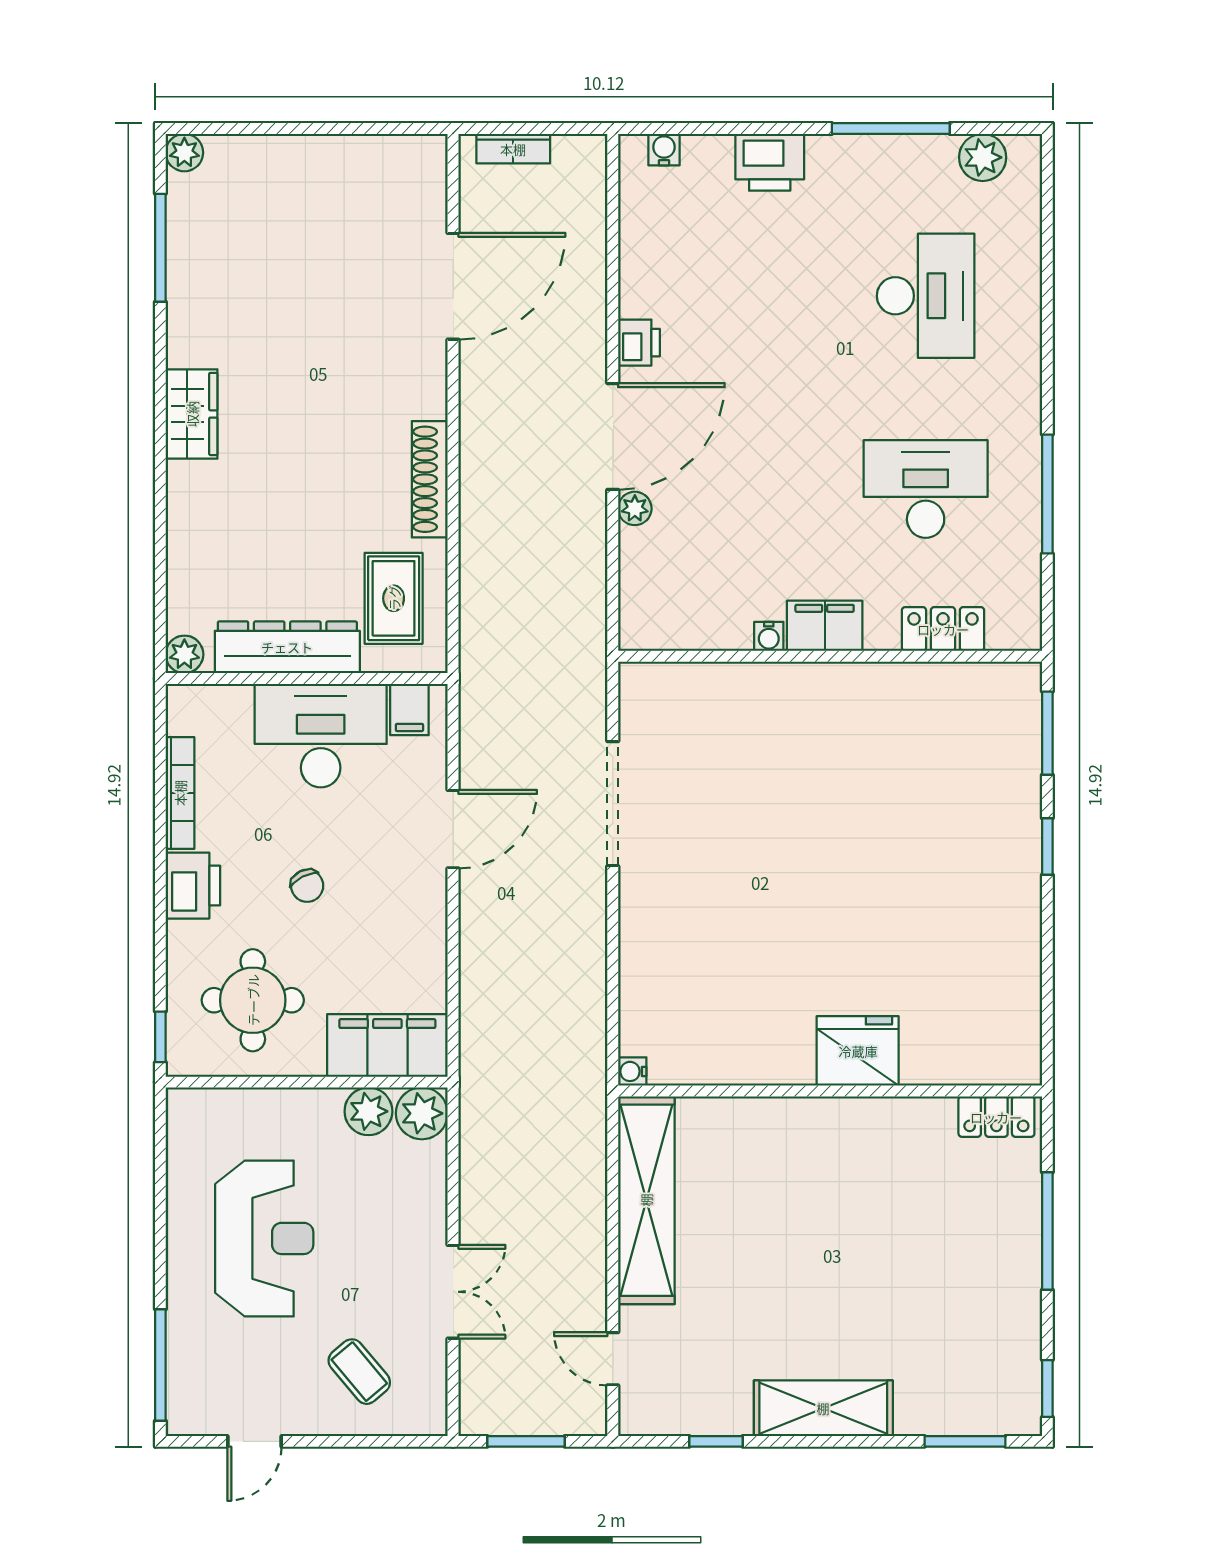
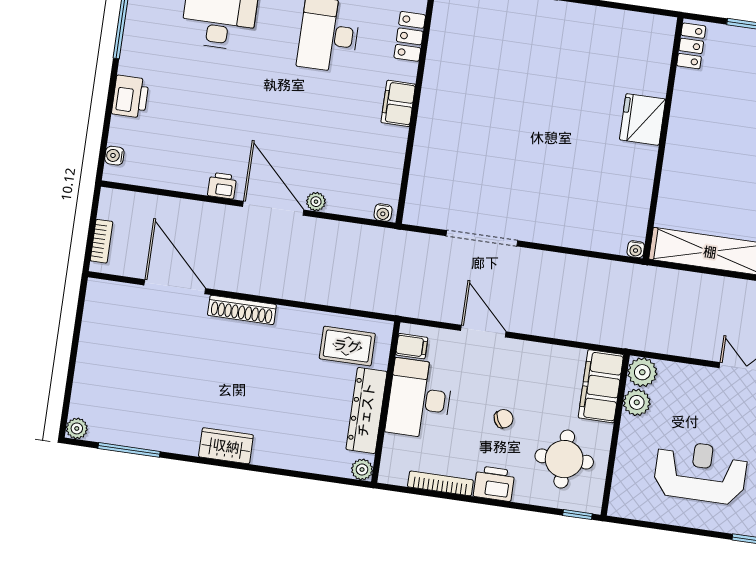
shoe rack: (430, 479) -> (242, 310), moved
water cooler: (769, 636) -> (383, 213), moved, turned 90

